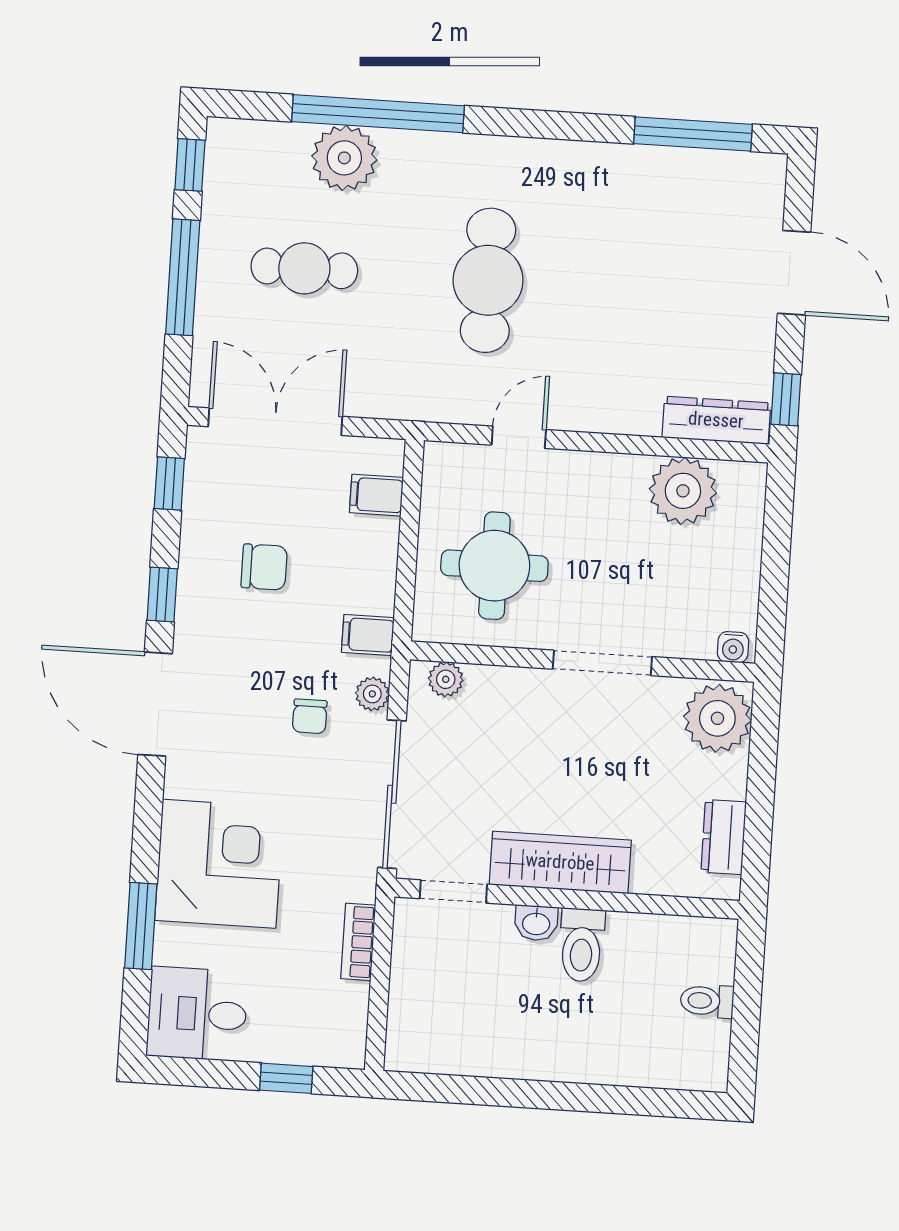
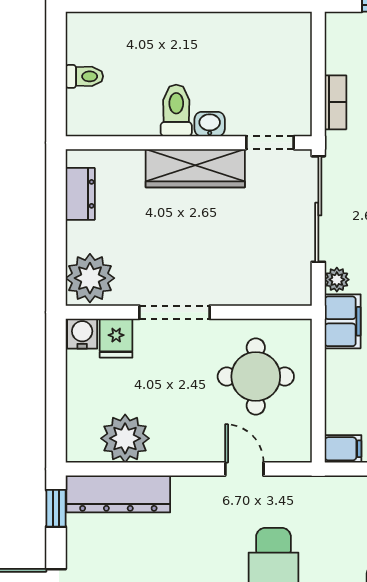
dresser: (716, 420) -> (118, 494), width x1.37, depth x1.24
door: (519, 437) -> (244, 469), swing flipped
filing cabinet: (376, 495) -> (343, 449), moved
fridge: (686, 632) -> (116, 338), added
filing cabinet: (368, 635) -> (343, 321), width x2.00
water cooler: (733, 647) -> (82, 334), width x1.38, depth x1.38
plant: (446, 679) -> (285, 293), removed

